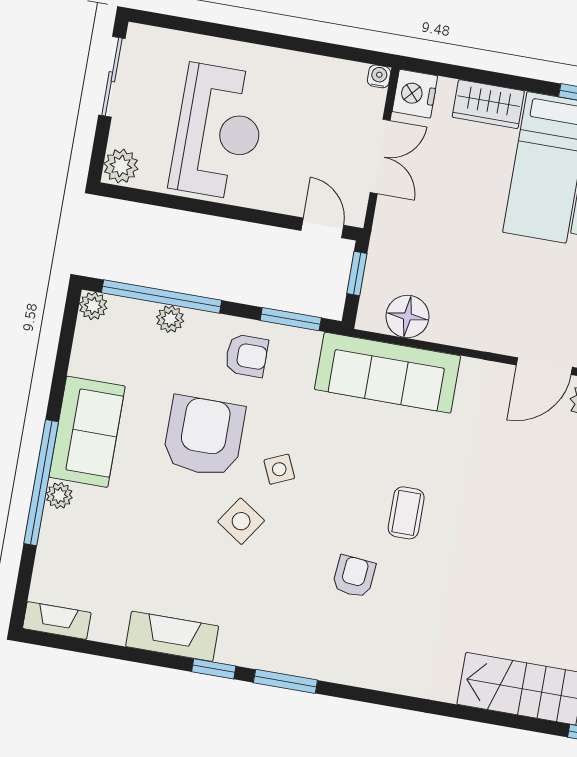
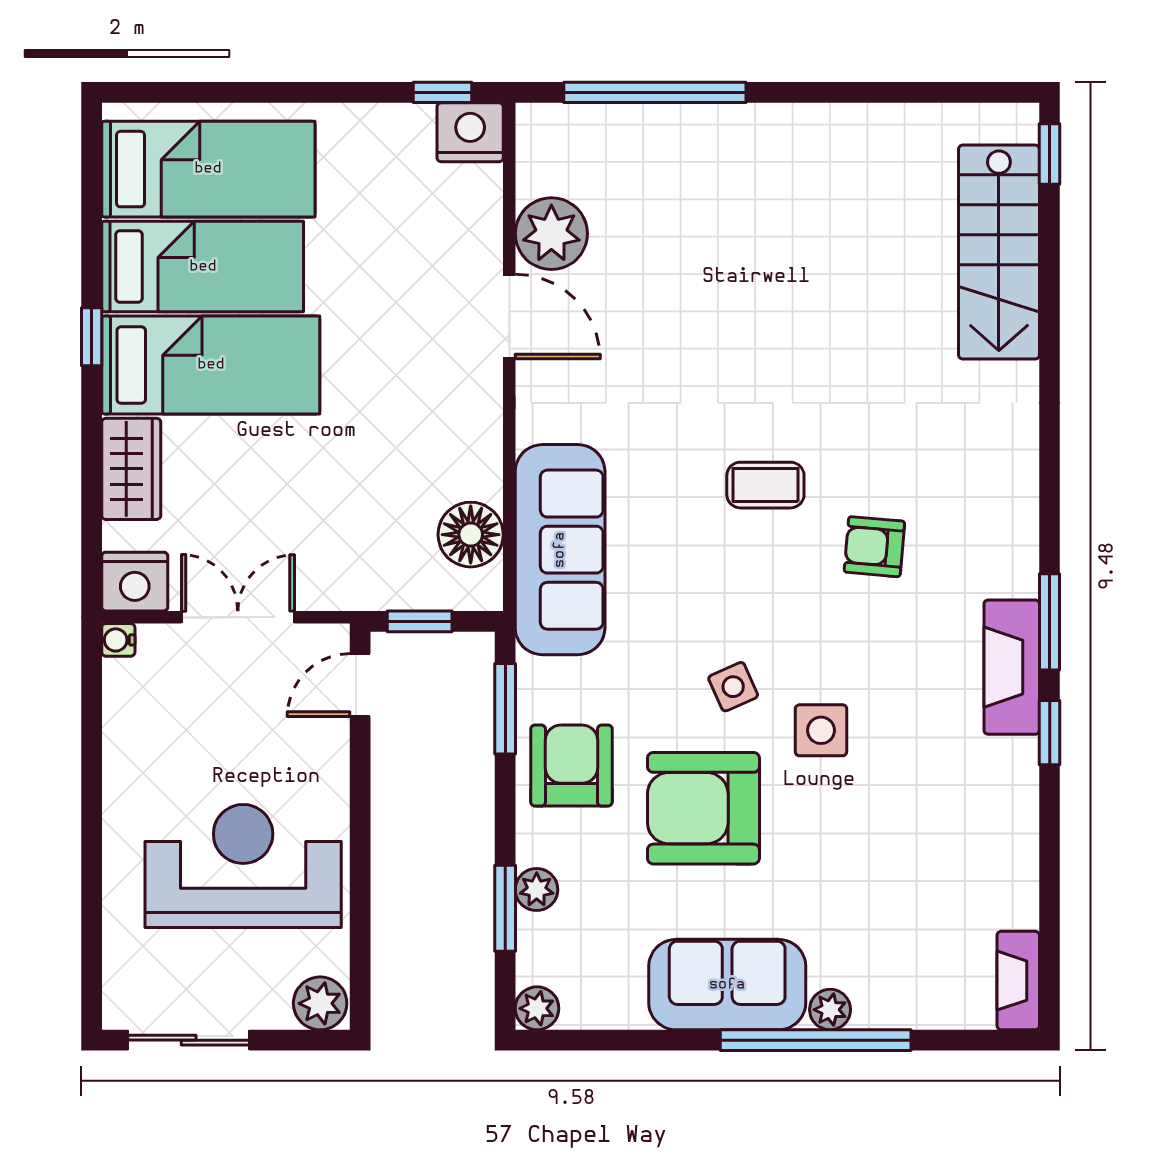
window: (162, 297) -> (505, 908), width x0.47
armchair: (246, 356) -> (571, 766), width x1.38, depth x1.38
side table: (241, 521) -> (821, 730), turned -34
fireplace: (172, 636) -> (1012, 667), moved

